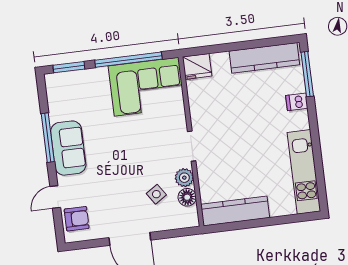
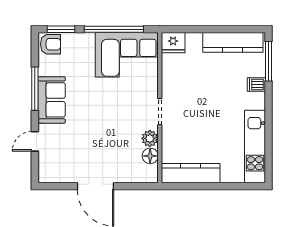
side table: (156, 194) -> (124, 150), removed
armchair: (77, 219) -> (51, 44), moved

